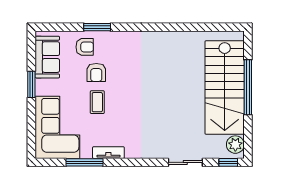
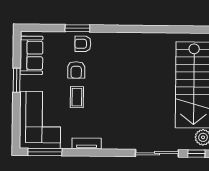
armchair: (85, 47) -> (83, 44), moved, turned 180
window: (85, 162) -> (45, 152), moved
sliding door: (185, 162) -> (157, 153), width x1.37

